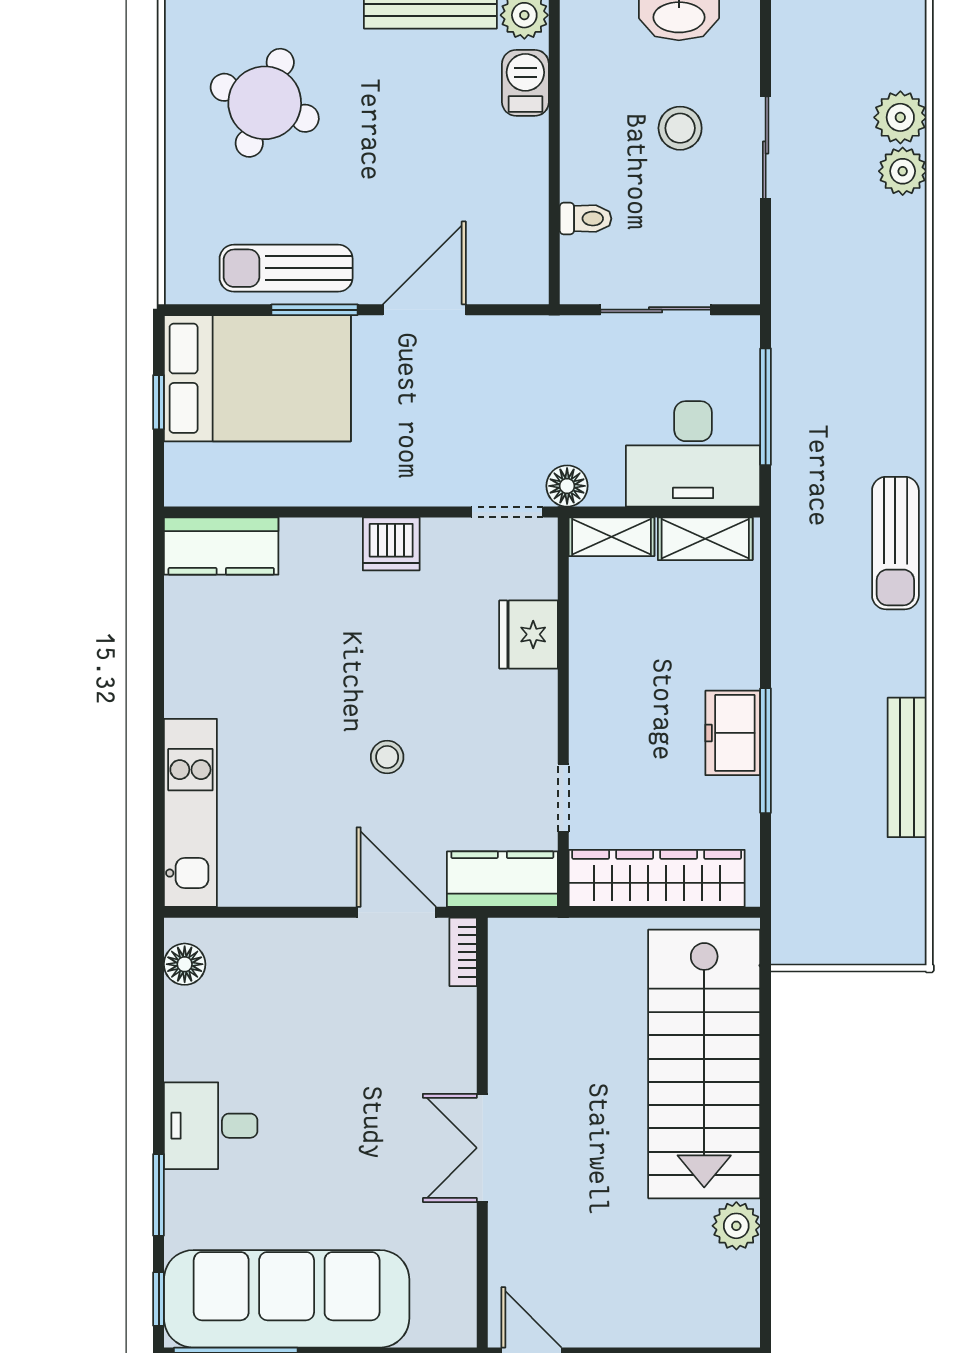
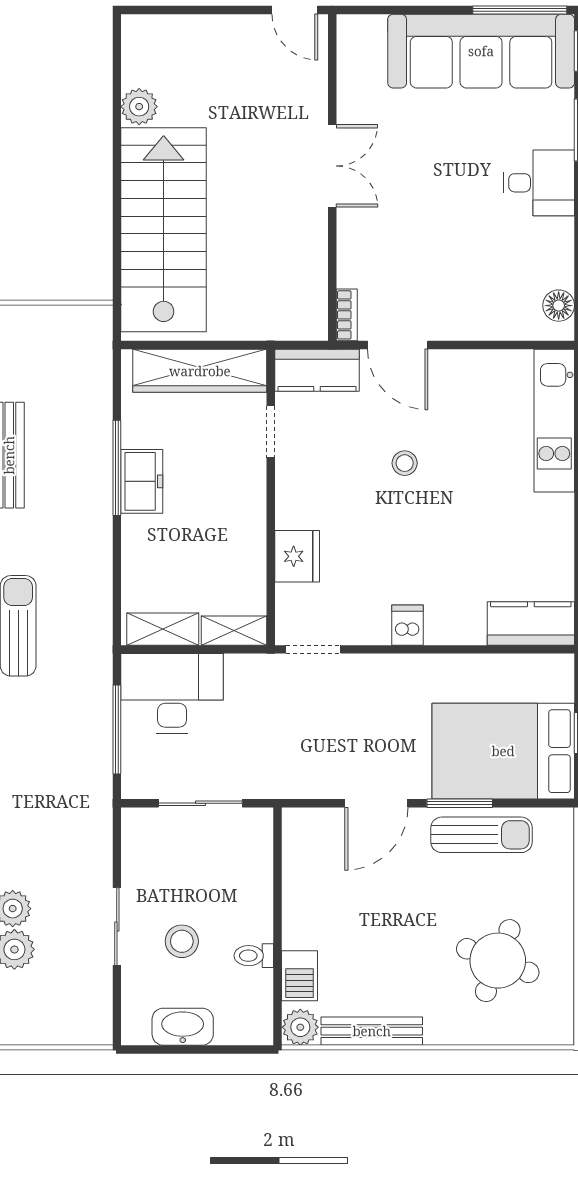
toilet: (586, 219) -> (254, 956), moved
floor lamp: (567, 486) -> (268, 669), removed
dishwasher: (391, 544) -> (407, 625), width x0.73

